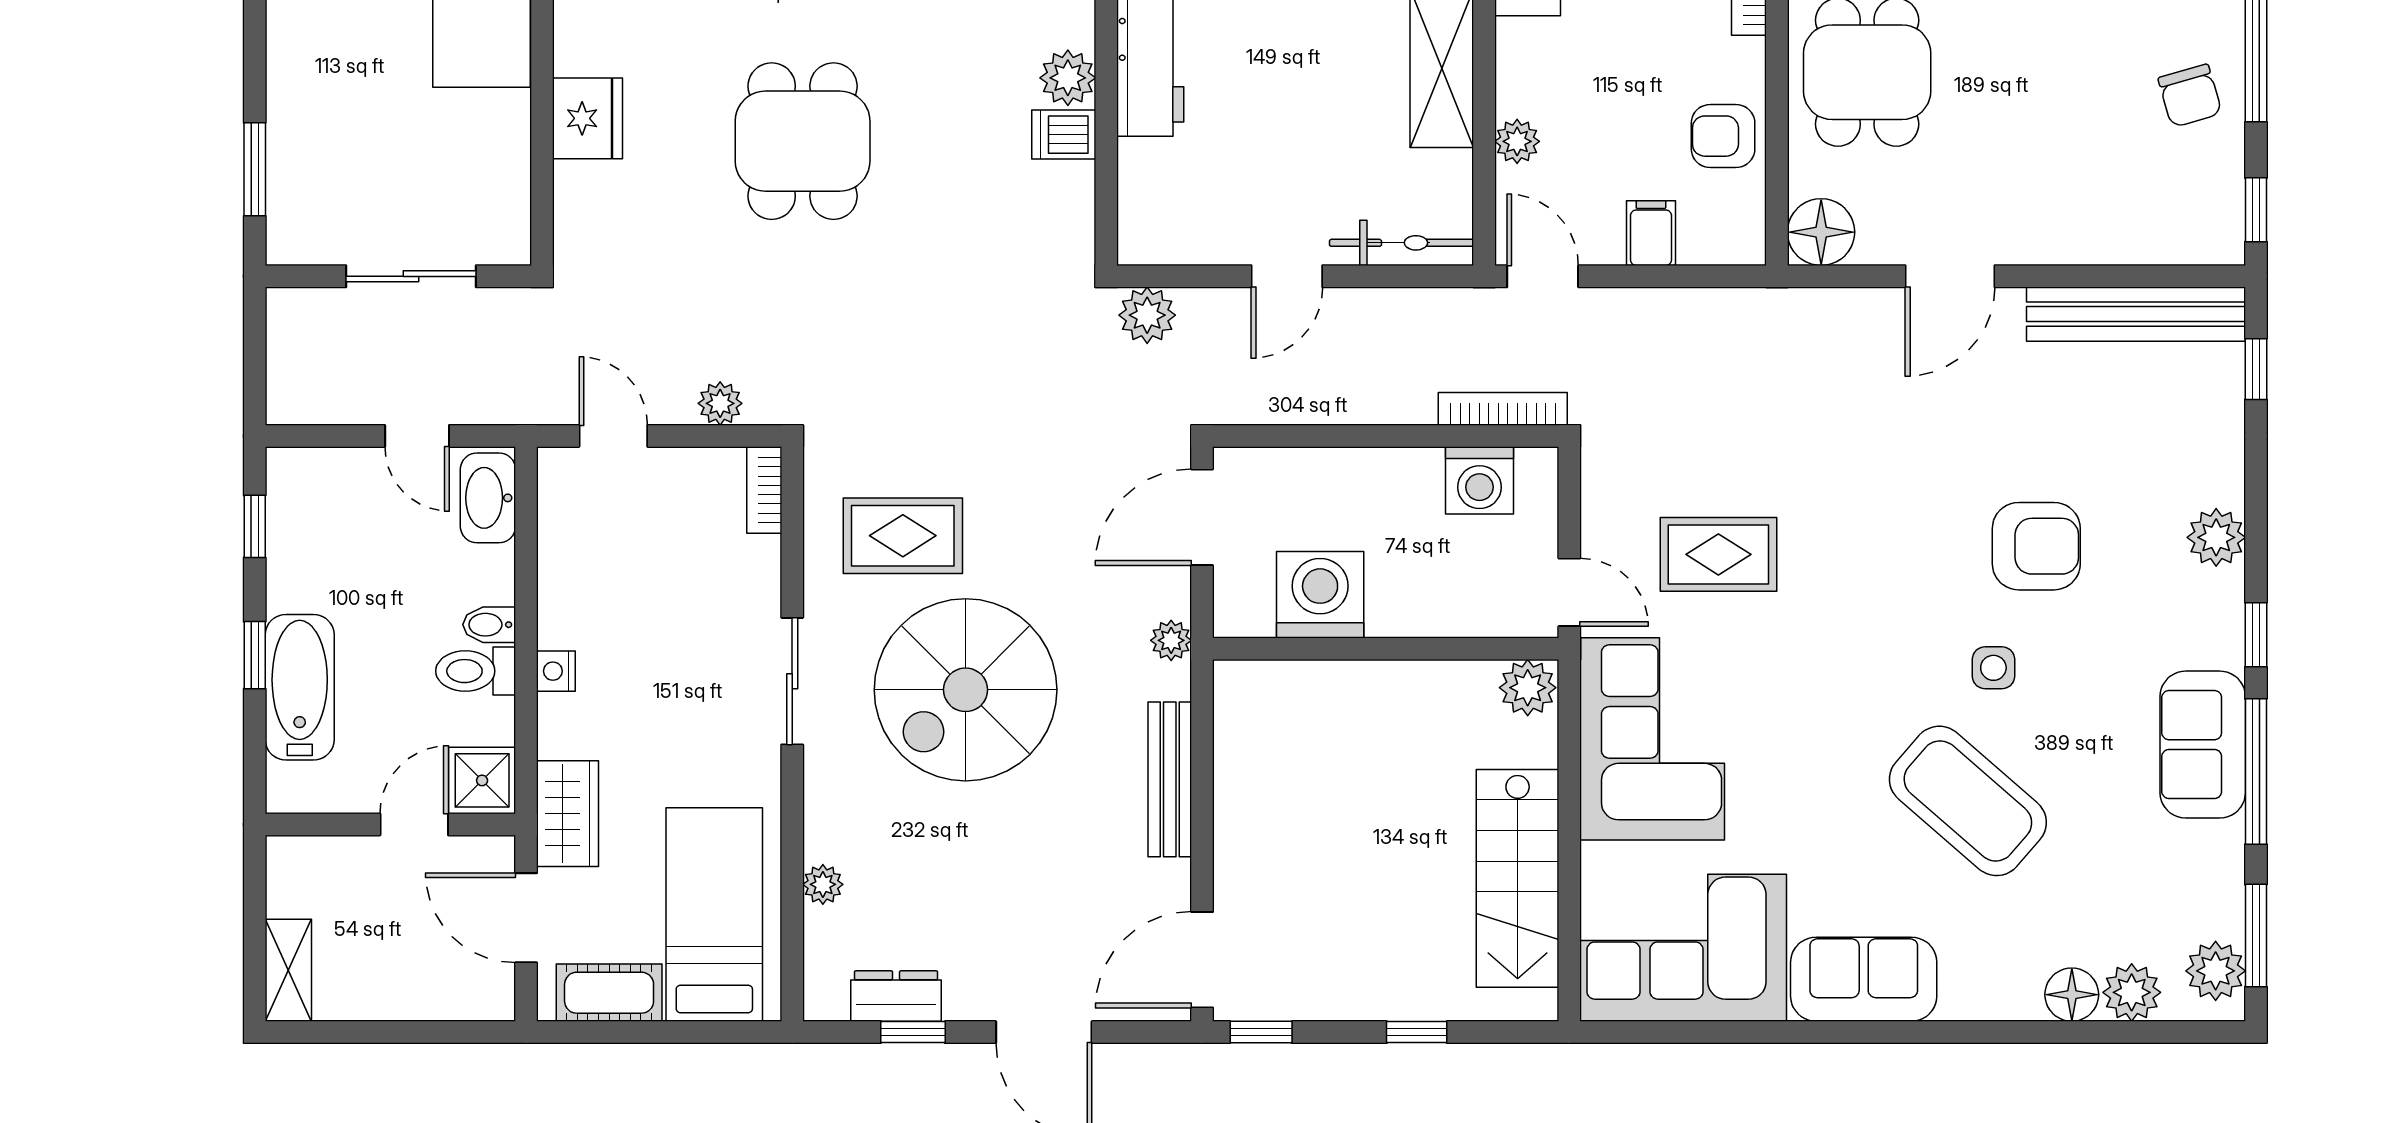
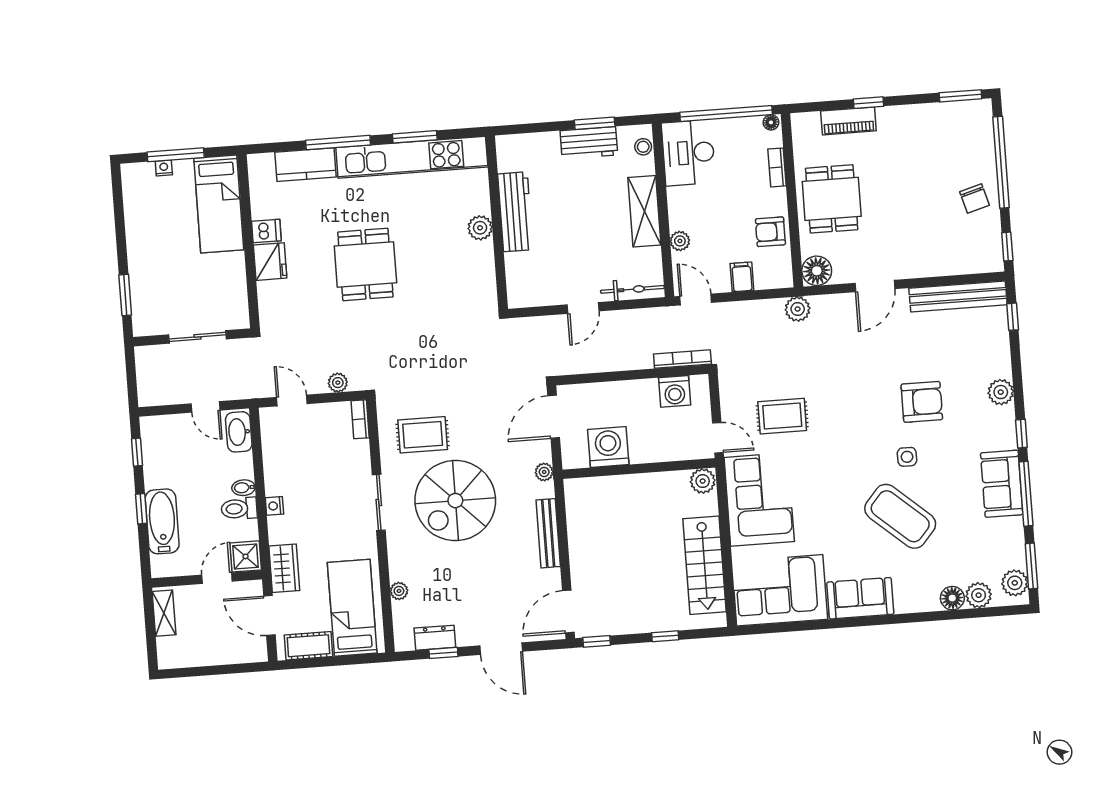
dishwasher: (1064, 135) -> (266, 231), moved, turned 180
plant: (1147, 315) -> (798, 309), moved
shelving: (288, 970) -> (164, 613), moved

